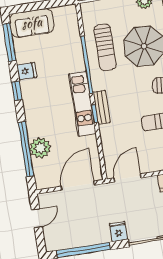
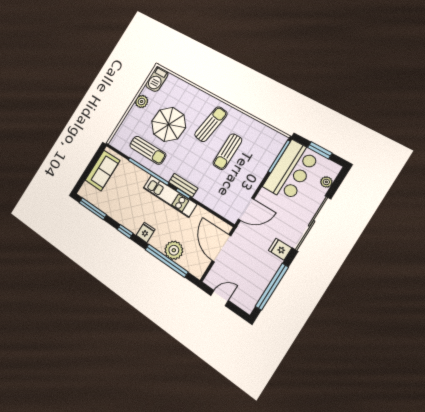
sofa: (32, 23) -> (102, 170), moved
fridge: (27, 71) -> (146, 232), moved
door: (127, 178) -> (246, 209), swing flipped
door: (37, 218) -> (220, 298), hinge flipped

